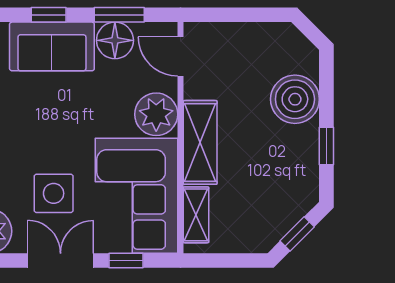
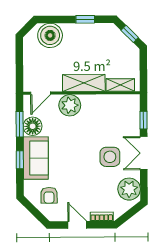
boiler: (295, 99) -> (50, 35), moved
corner sofa: (136, 196) -> (111, 115), removed

